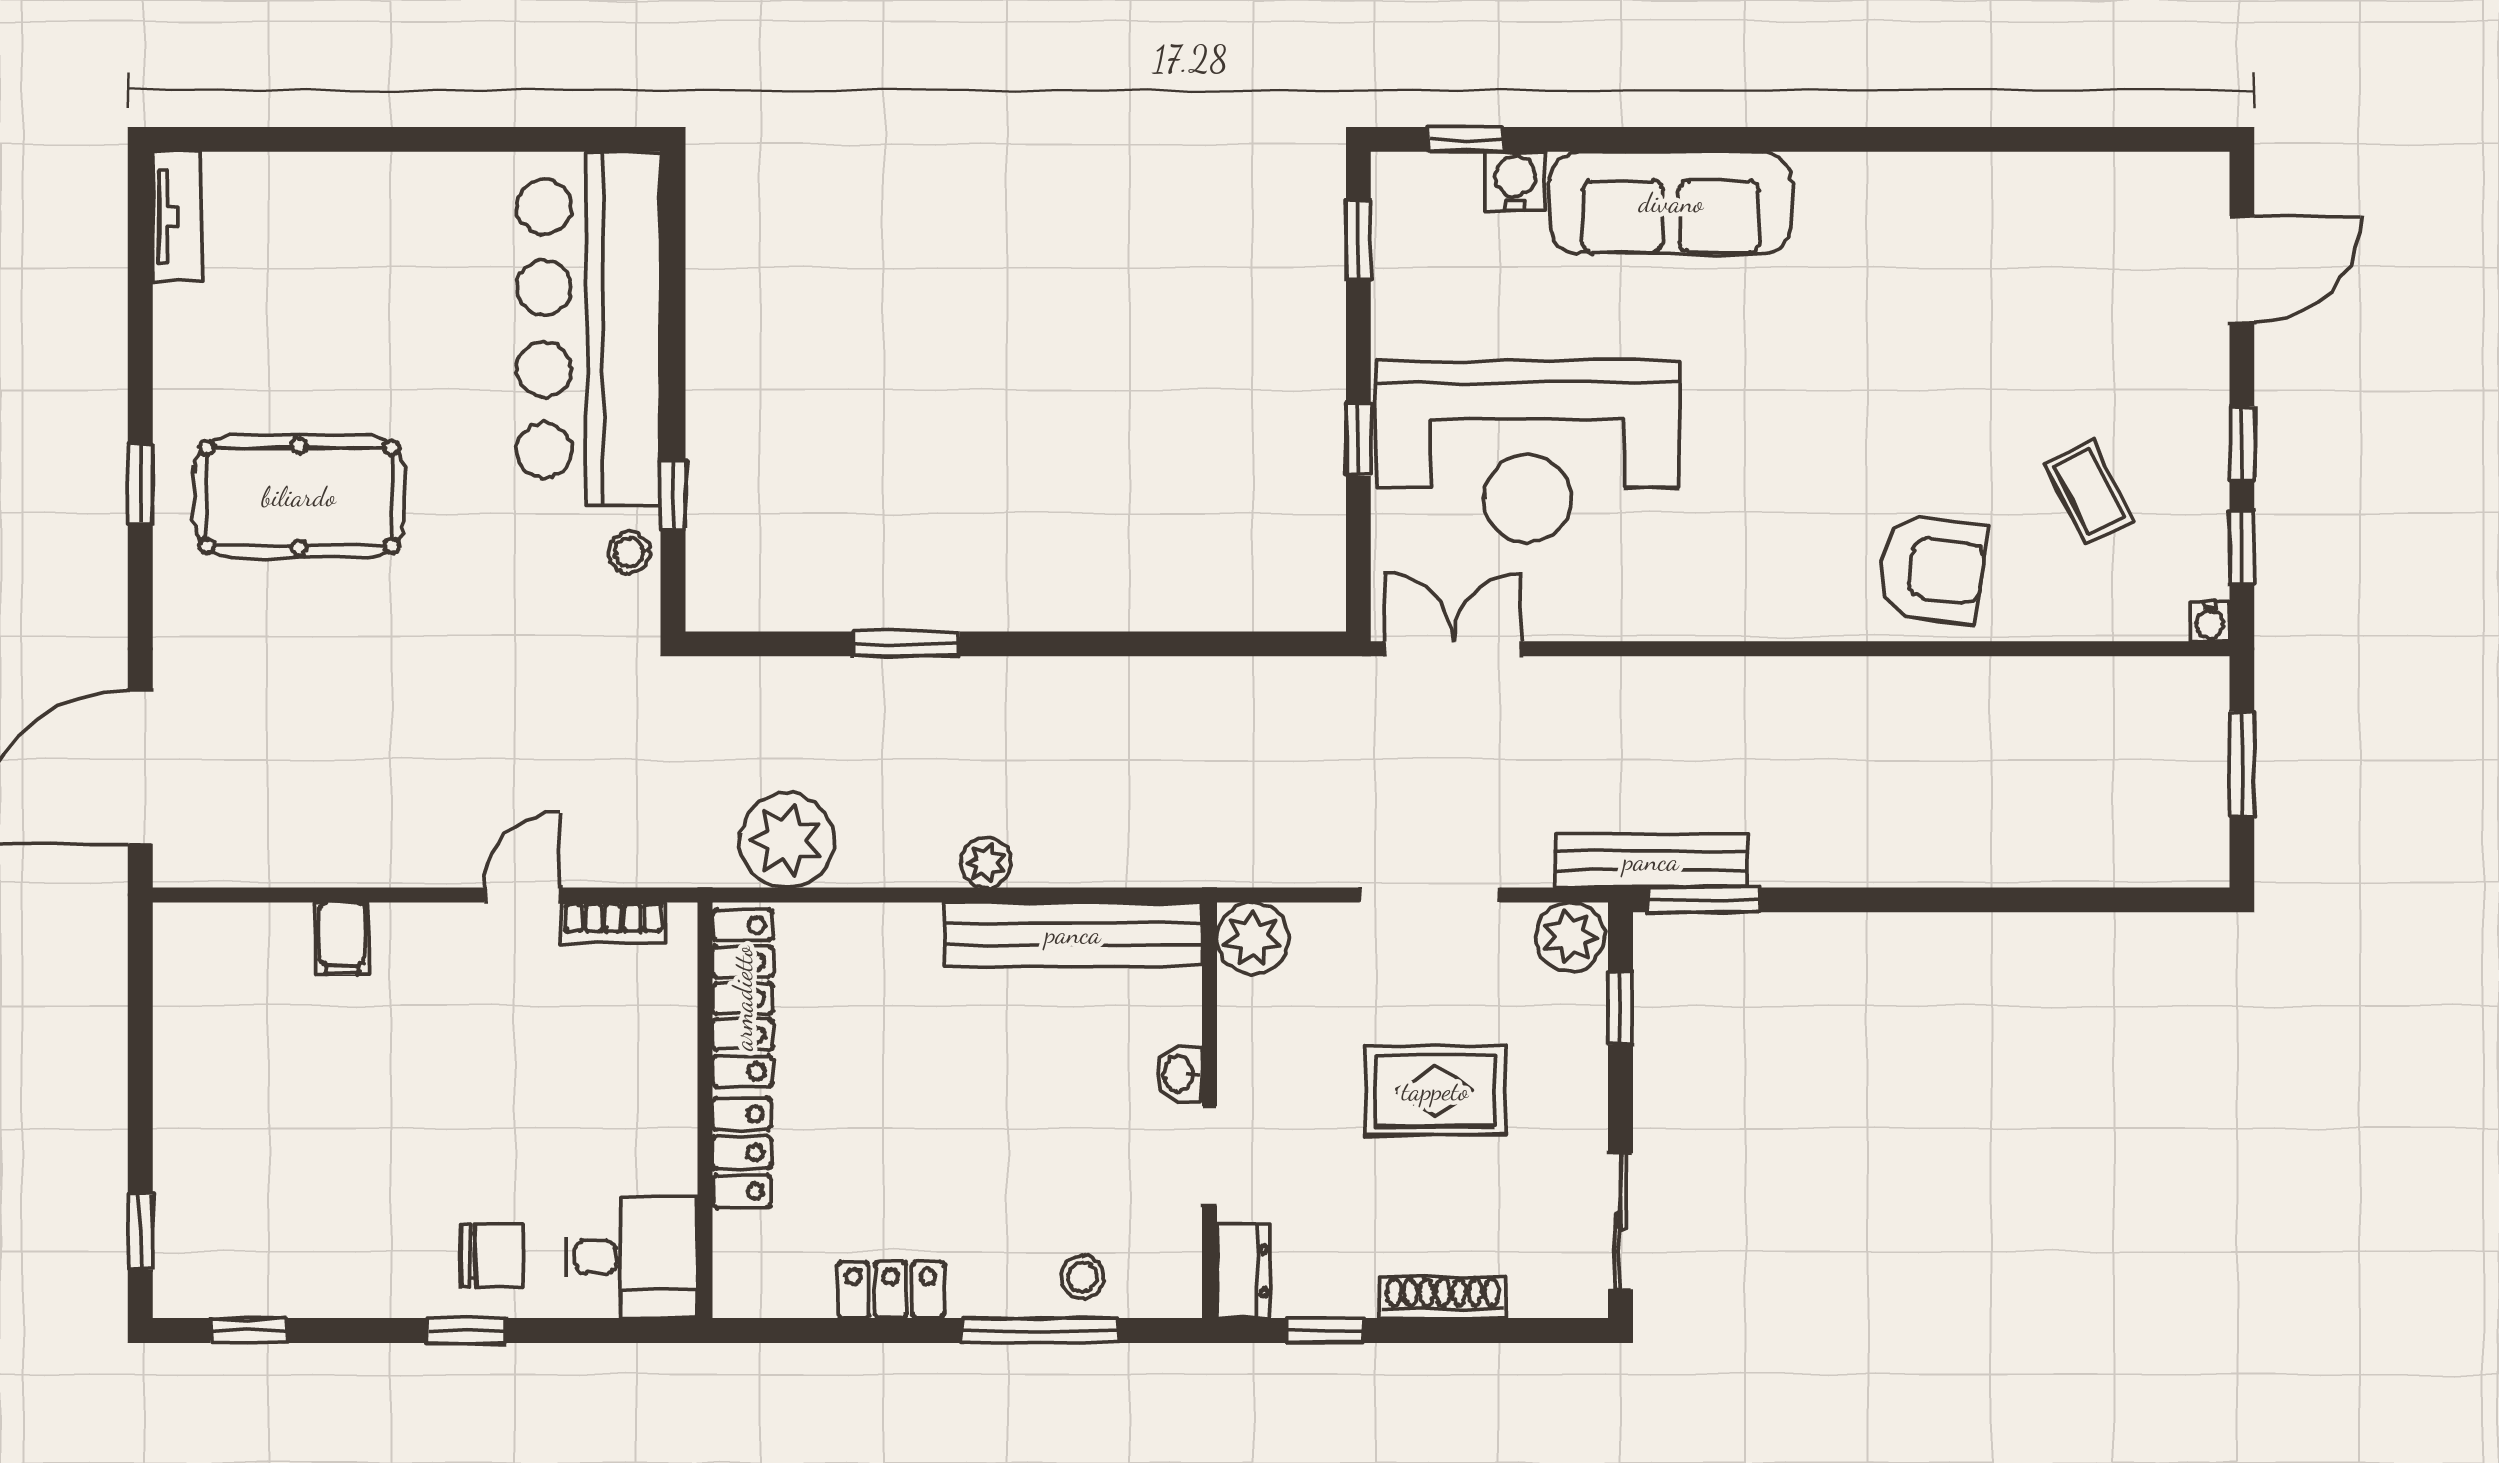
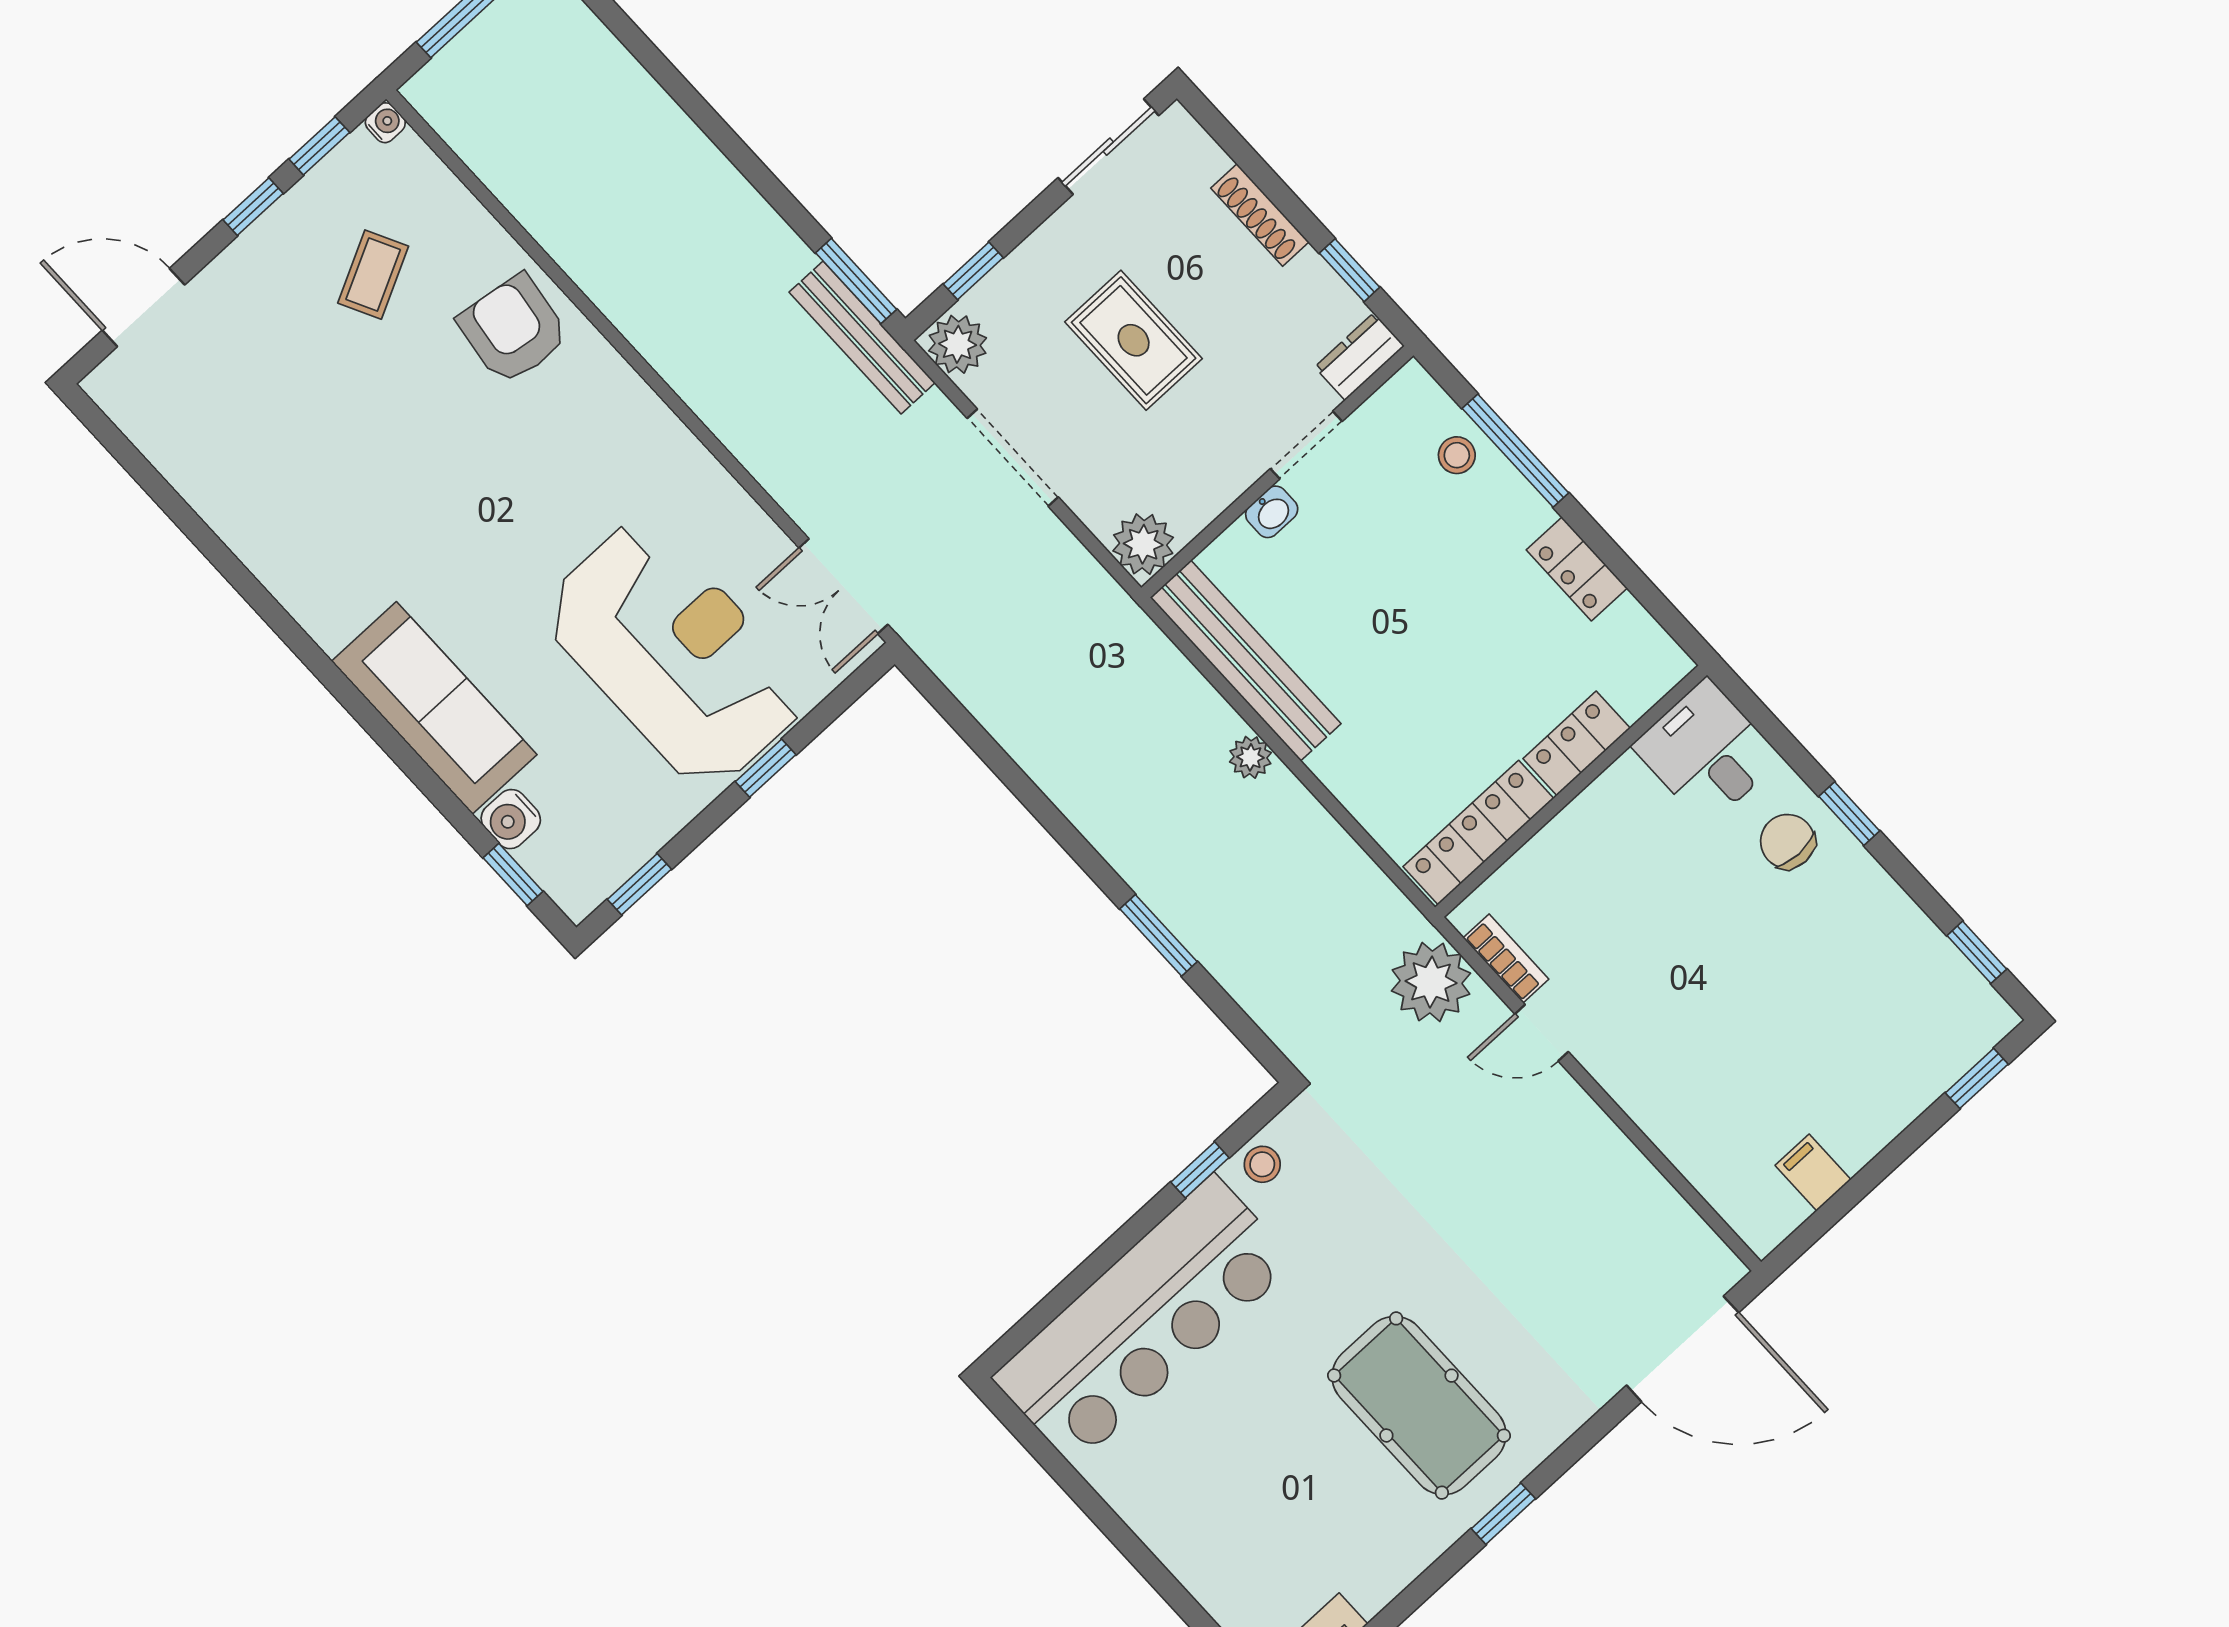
plant: (787, 840) -> (1431, 982), moved
filing cabinet: (342, 938) -> (1813, 1172), moved, turned -90

